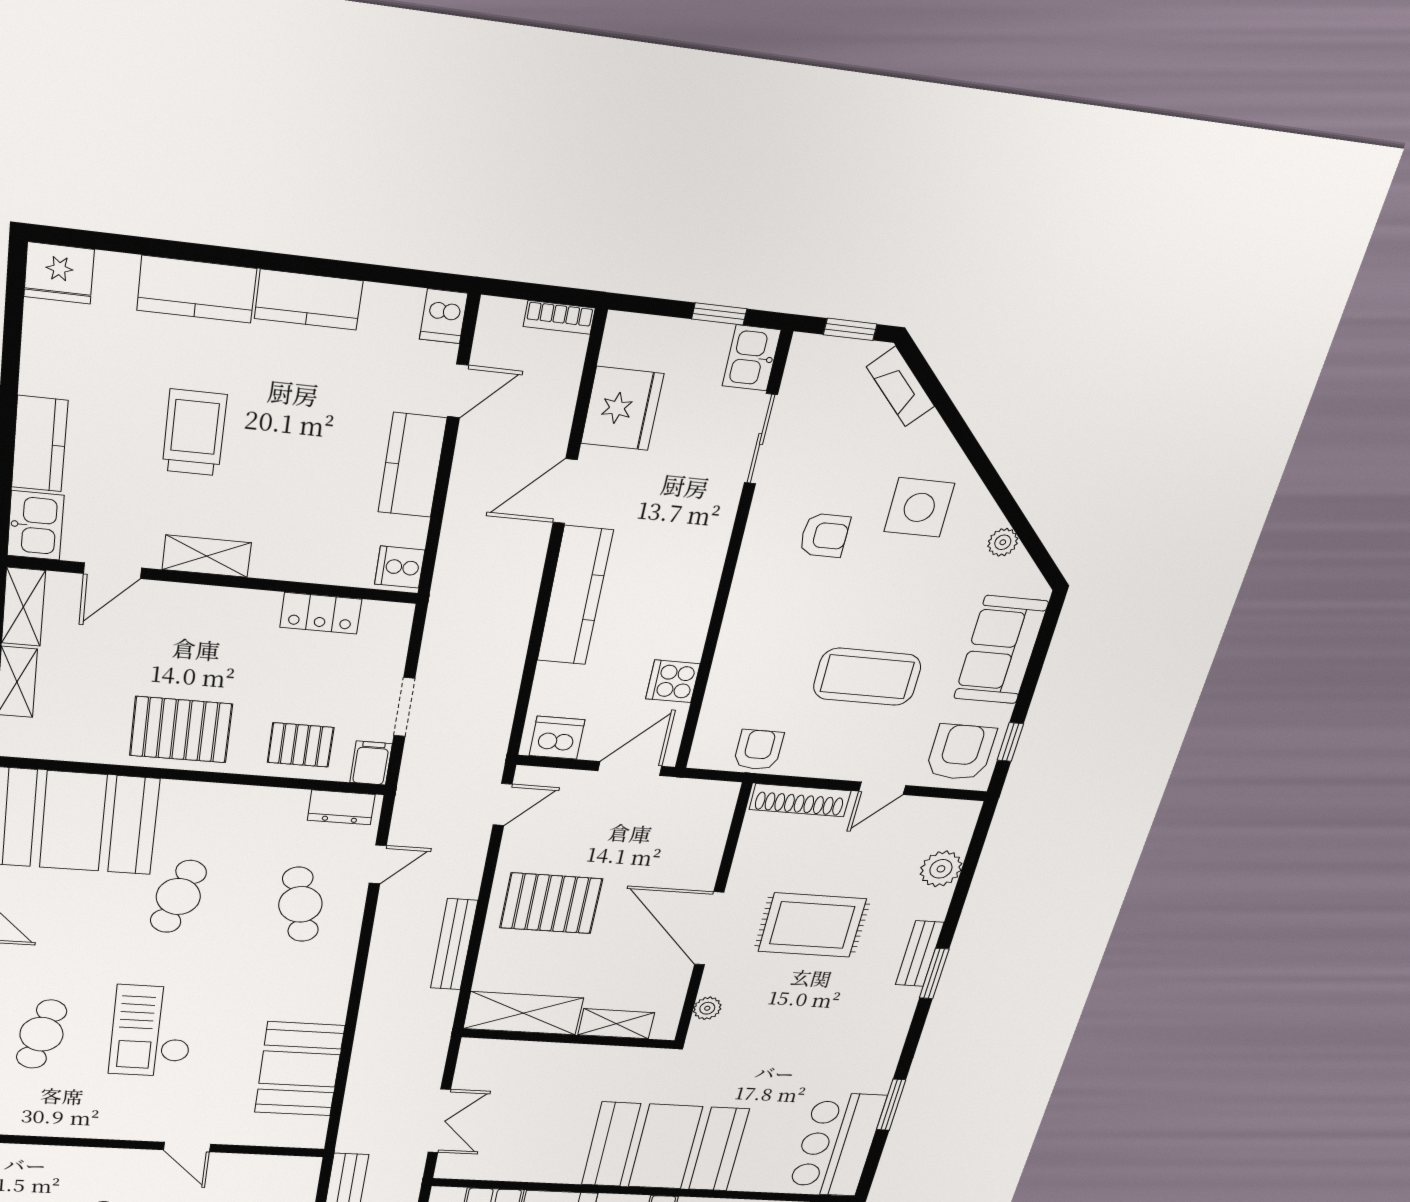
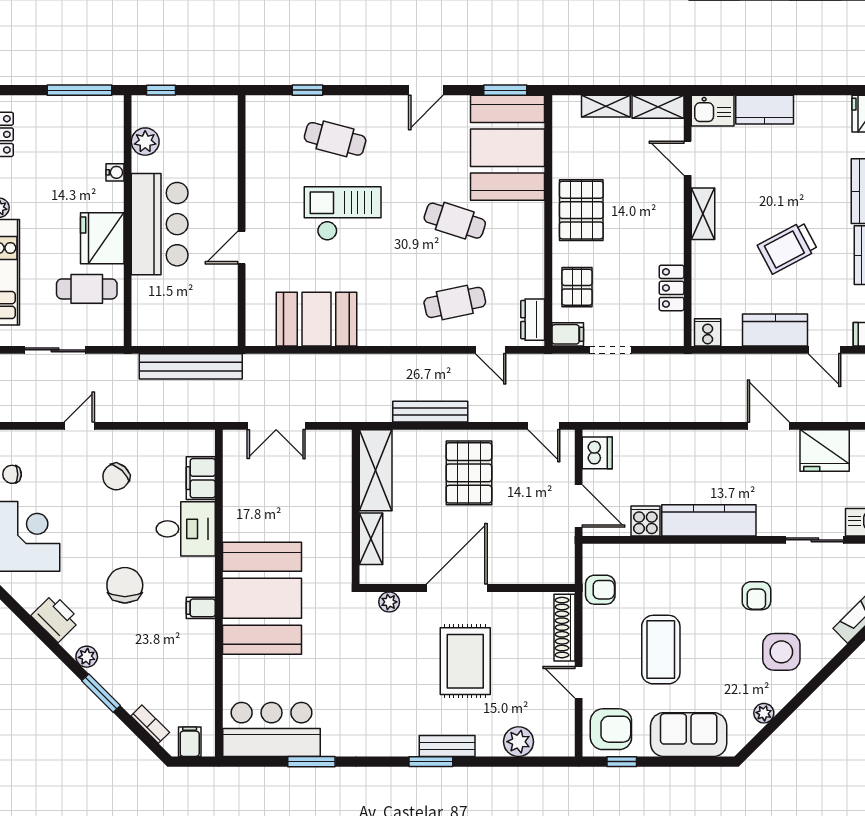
trolley: (194, 433) -> (788, 248), moved, turned 152
kitchen counter: (575, 596) -> (709, 520), moved, turned 180

